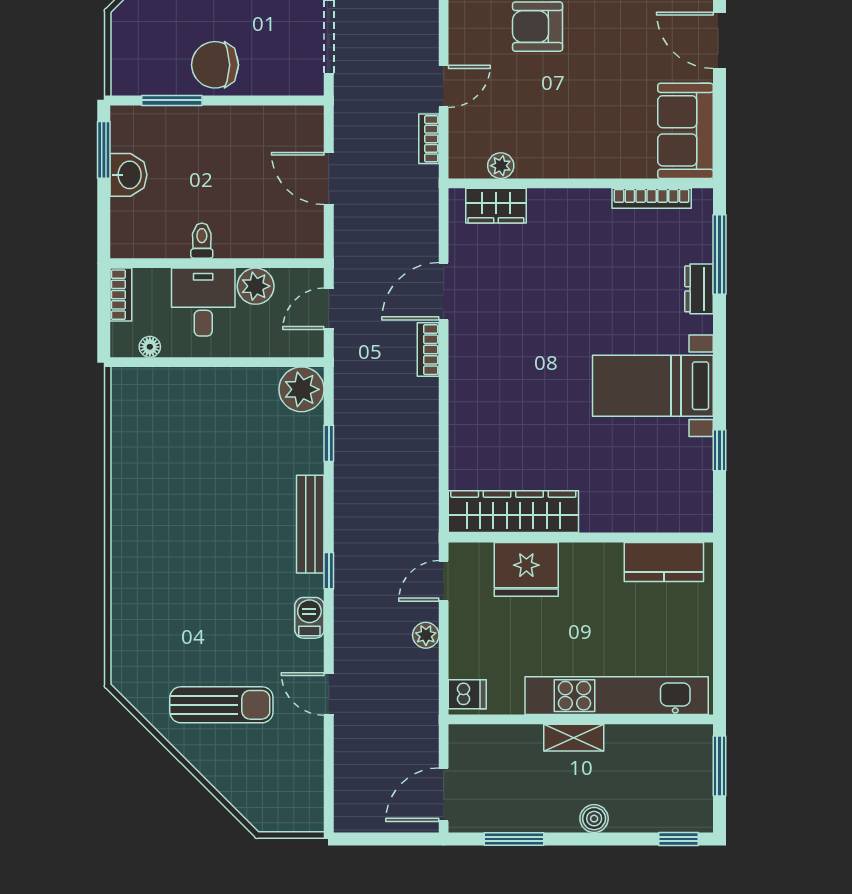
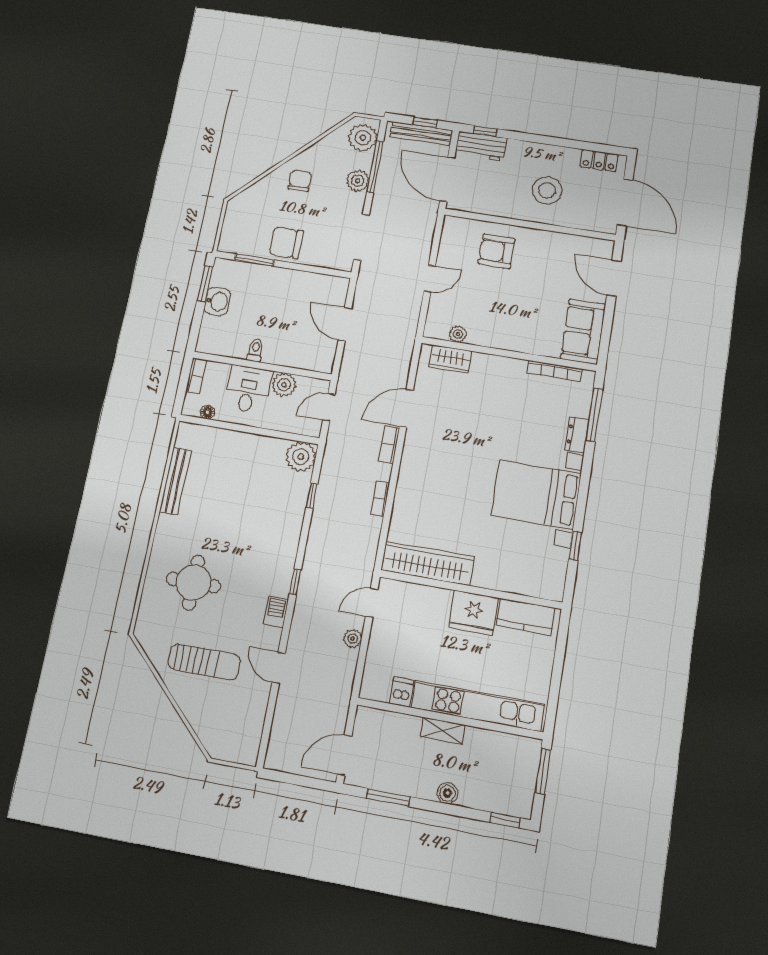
bookcase: (429, 139) -> (380, 499), moved
bed with nightstands: (653, 386) -> (536, 494), width x1.36
bench: (310, 524) -> (175, 481), moved
fridge: (526, 569) -> (473, 613), moved
round table: (182, 598) -> (193, 583), added
dishwasher: (467, 694) -> (402, 692), moved, turned -90

